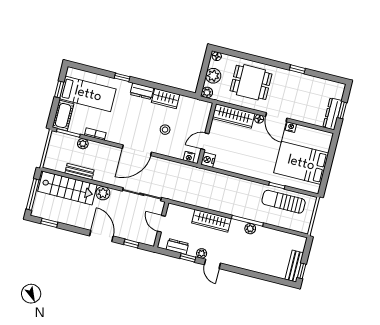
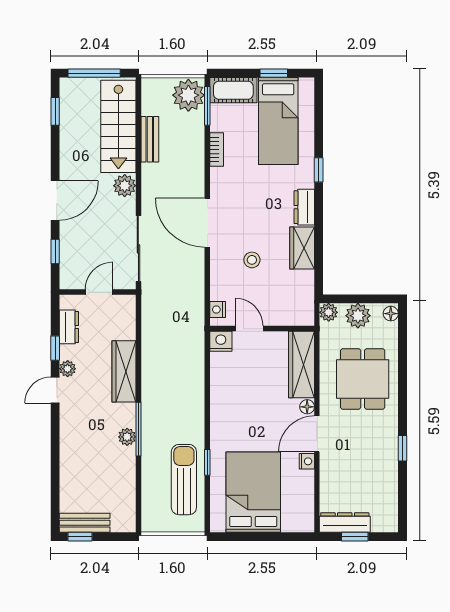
plant: (83, 144) -> (188, 95), moved, width x1.88, depth x1.88

